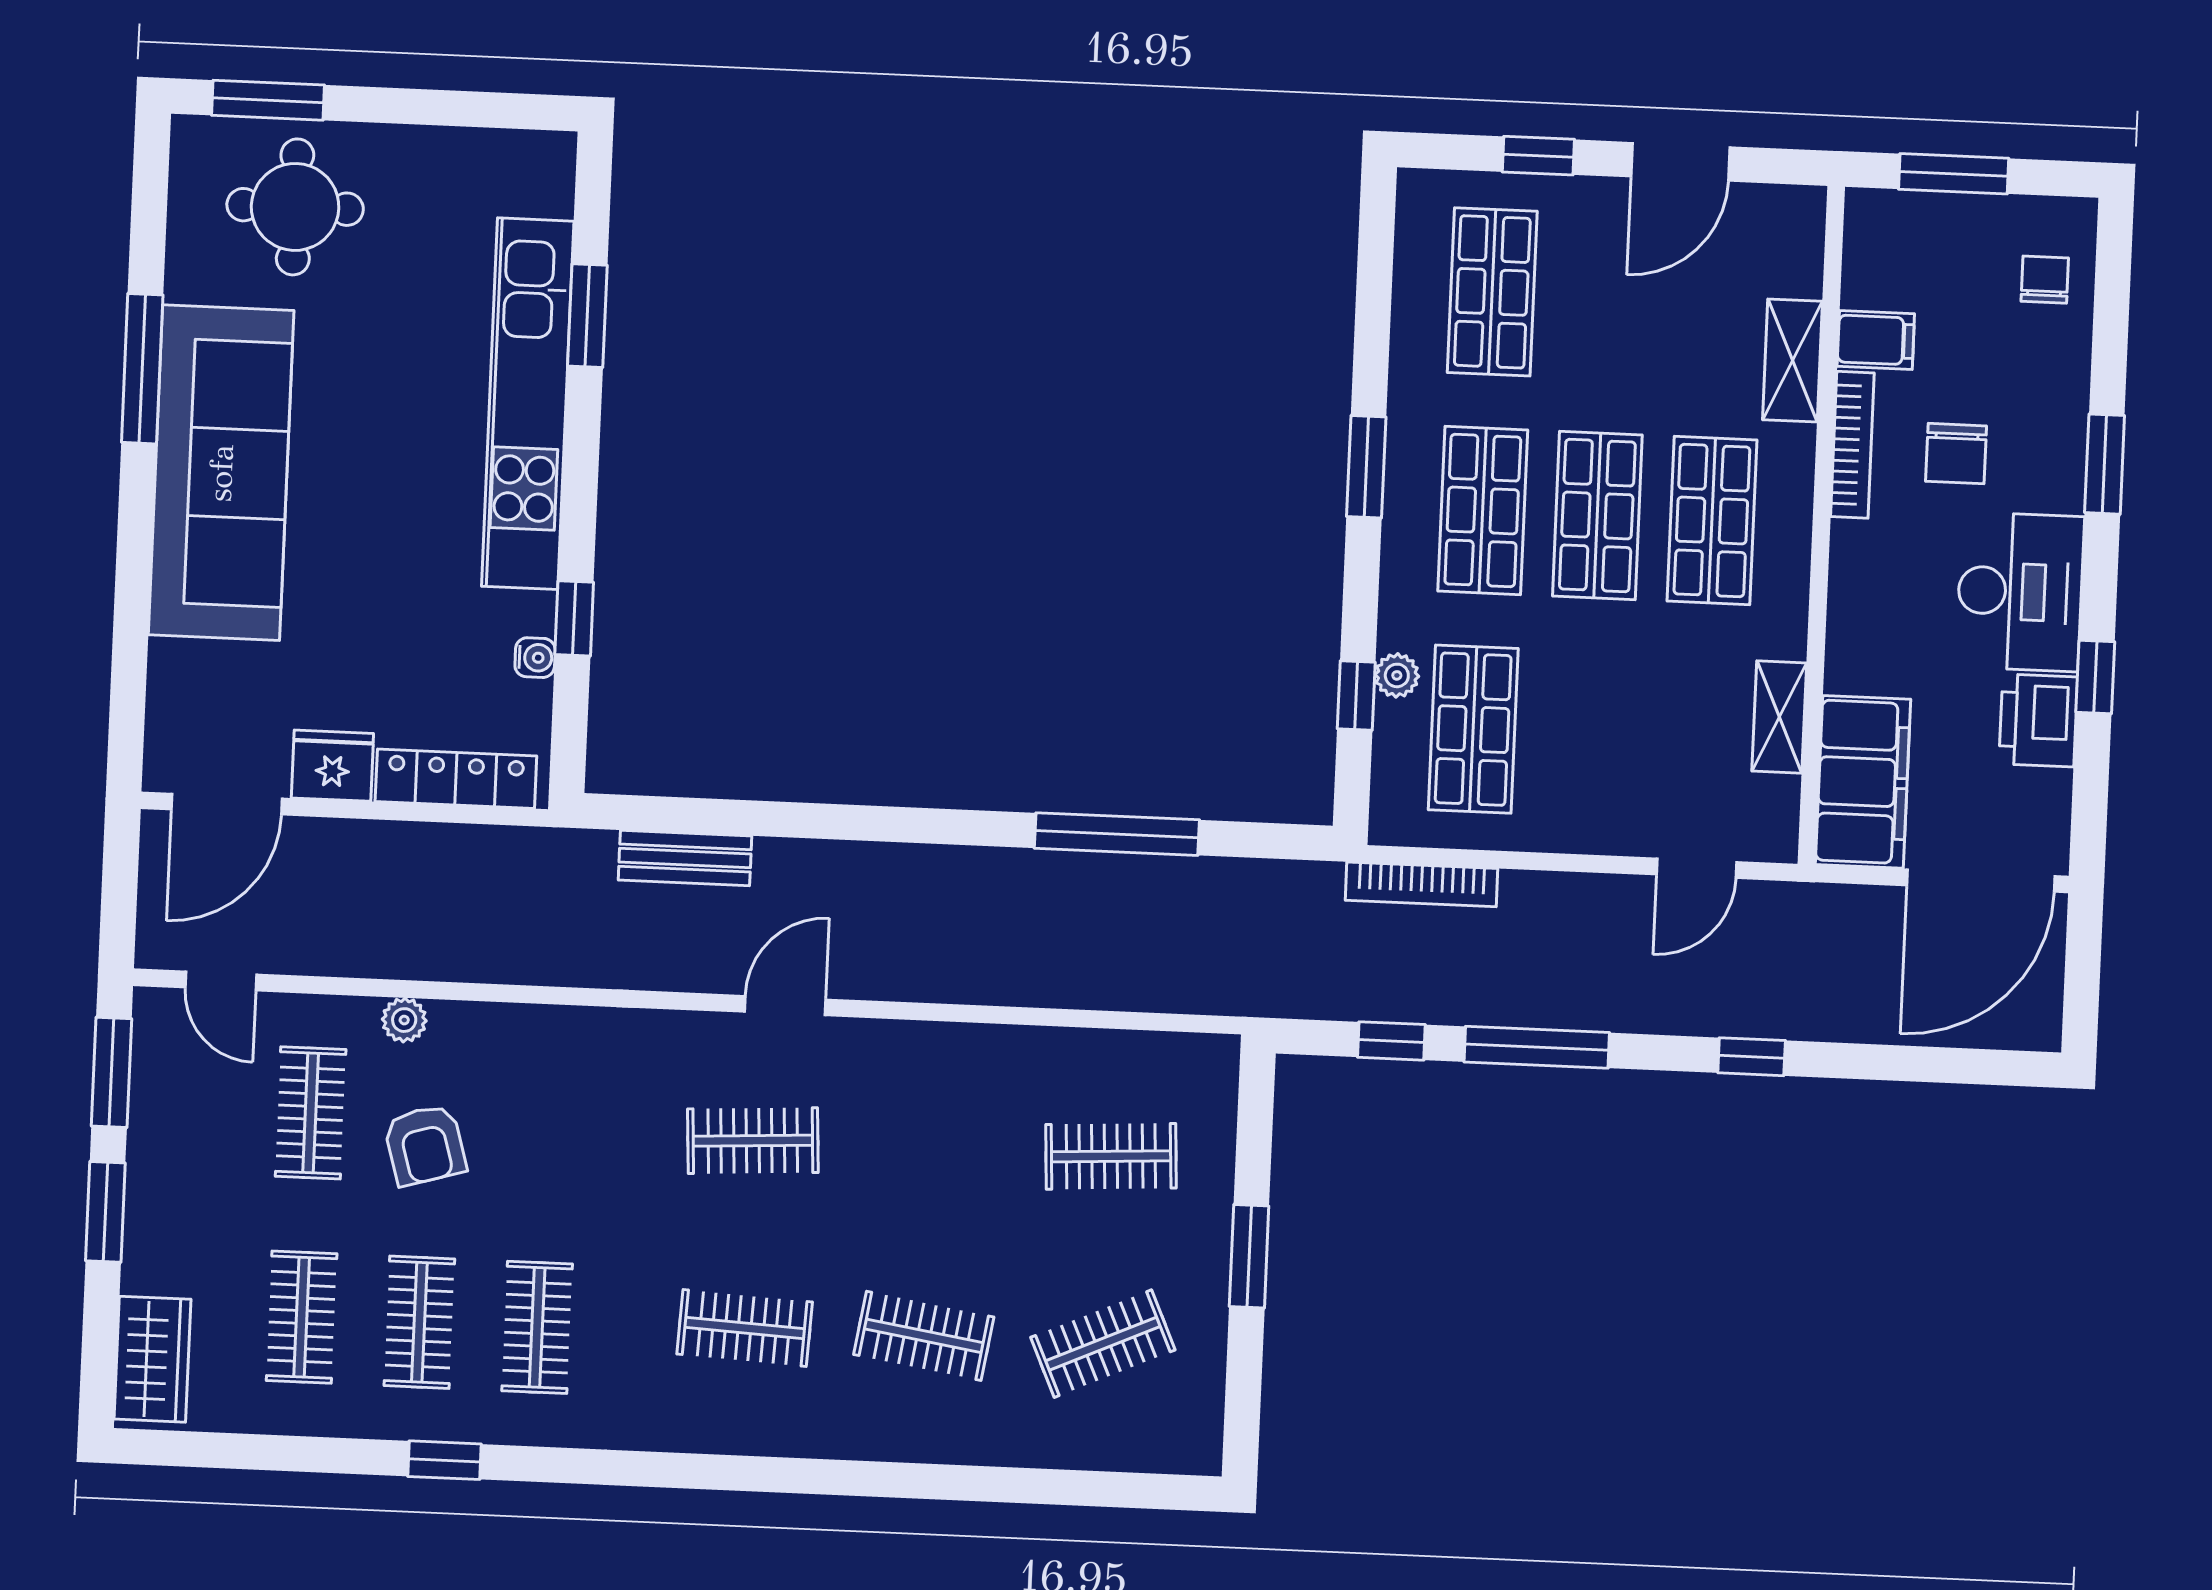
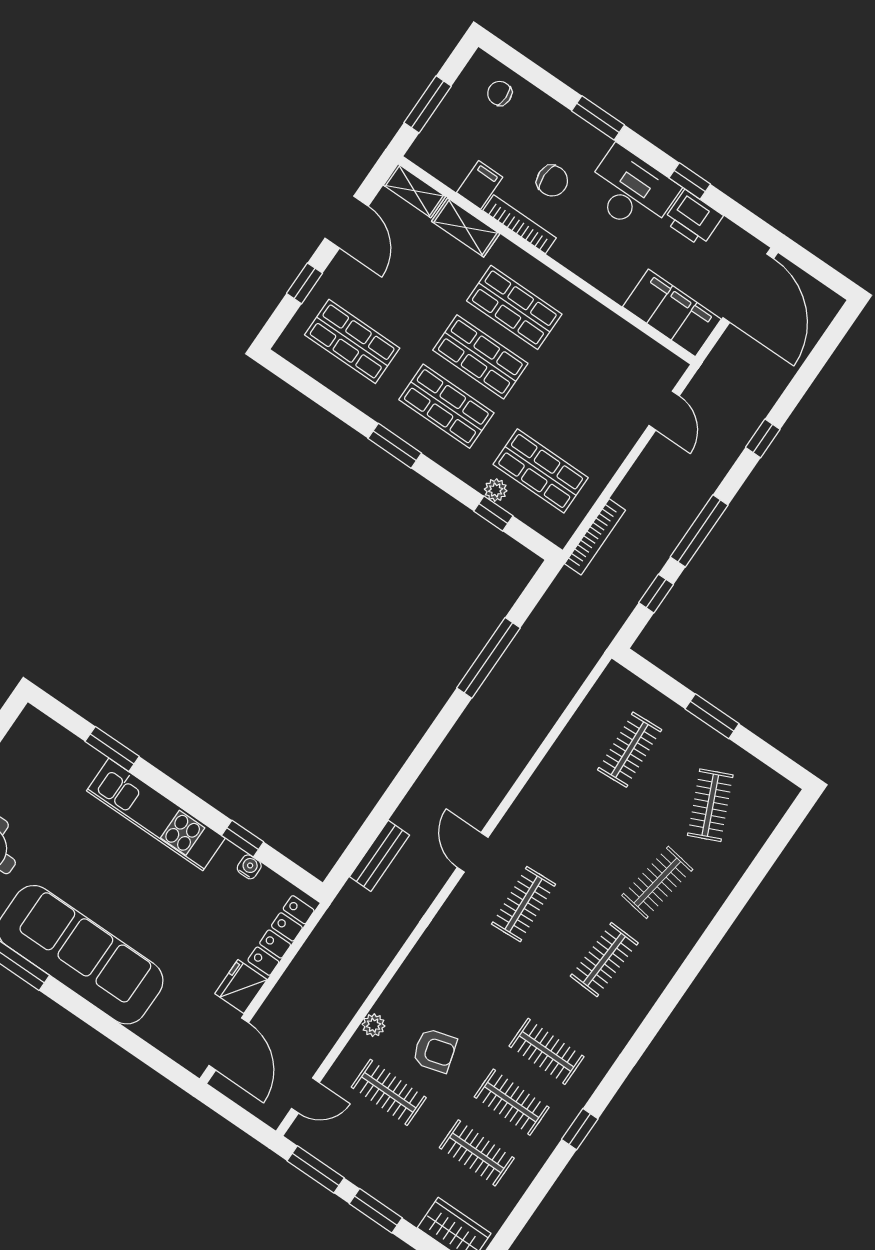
kitchen unit: (528, 404) -> (156, 814), width x0.73
shelving: (1779, 717) -> (414, 191), moved

